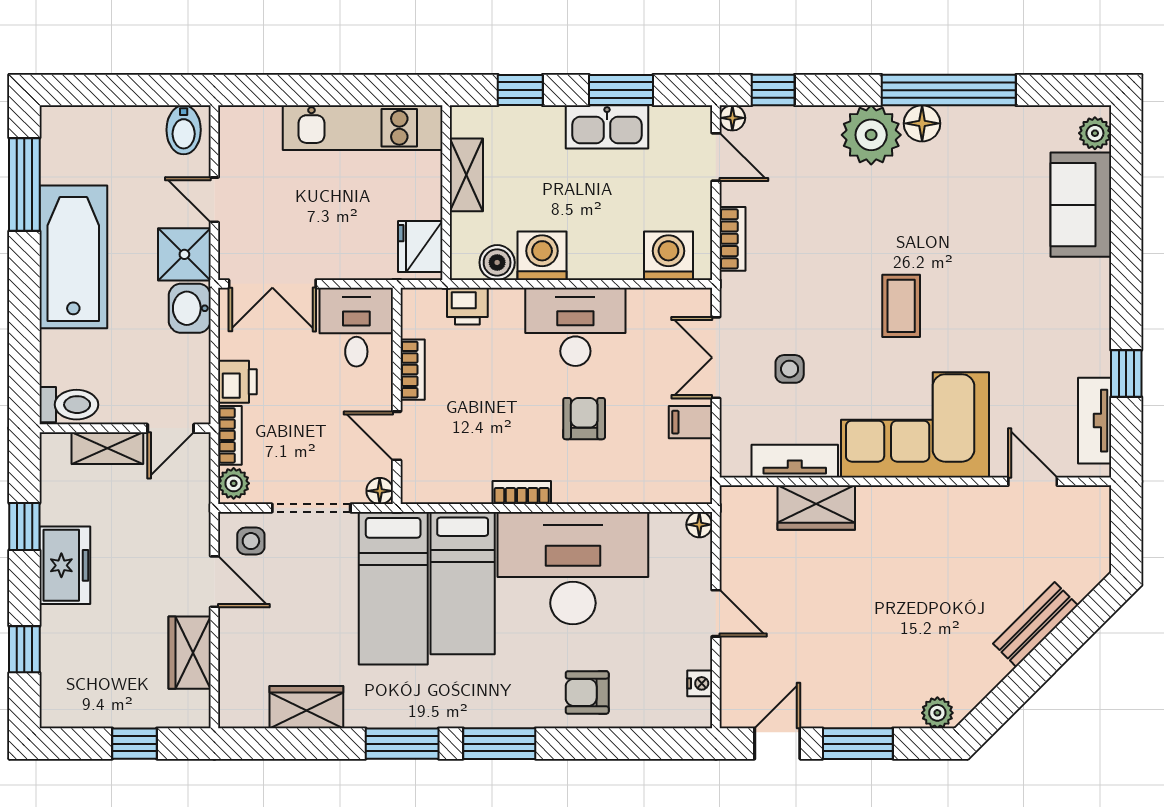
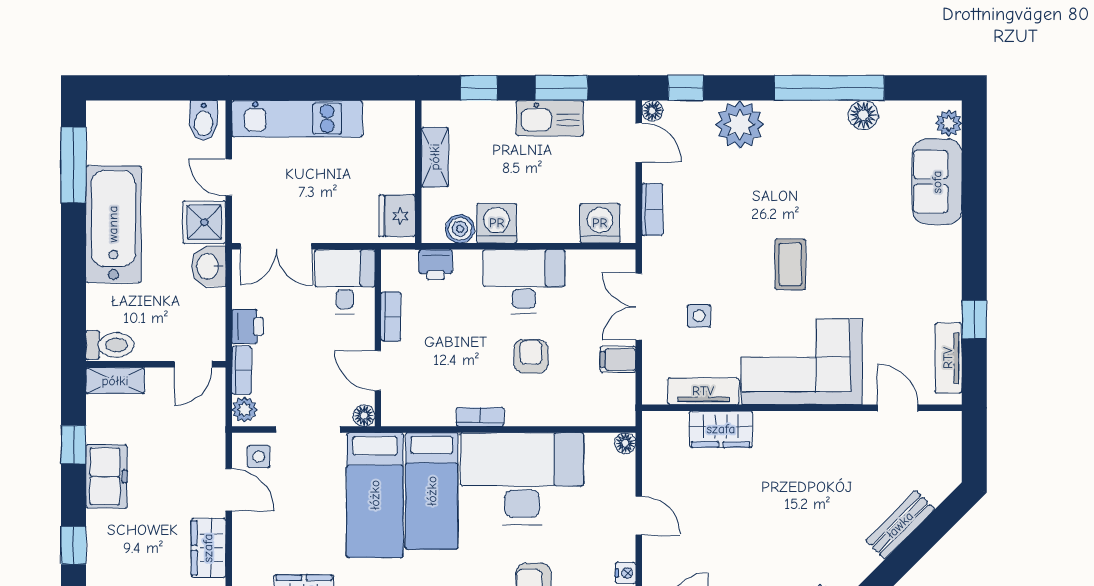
floor lamp: (922, 123) -> (863, 115), moved
kitchen unit: (363, 128) -> (297, 119), moved
plant: (871, 135) -> (740, 125), moved
shelving: (107, 448) -> (115, 381), moved

